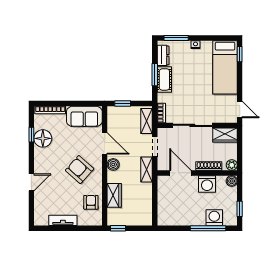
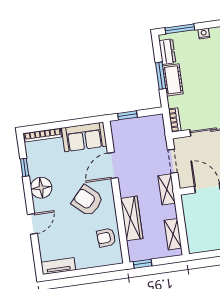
shelving: (147, 121) -> (173, 234), moved
floor lamp: (43, 138) -> (41, 188), moved
door: (105, 143) -> (113, 165), swing flipped
boiler: (113, 164) -> (126, 189), removed
wardrobe: (114, 195) -> (132, 218), width x1.50
armchair: (91, 202) -> (106, 238), turned -94
tv unit: (63, 220) -> (58, 266), moved

